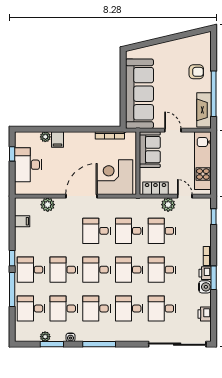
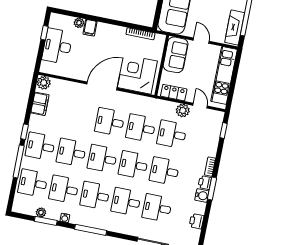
plant: (48, 205) -> (44, 83), moved
filing cabinet: (22, 221) -> (40, 104), width x2.00

